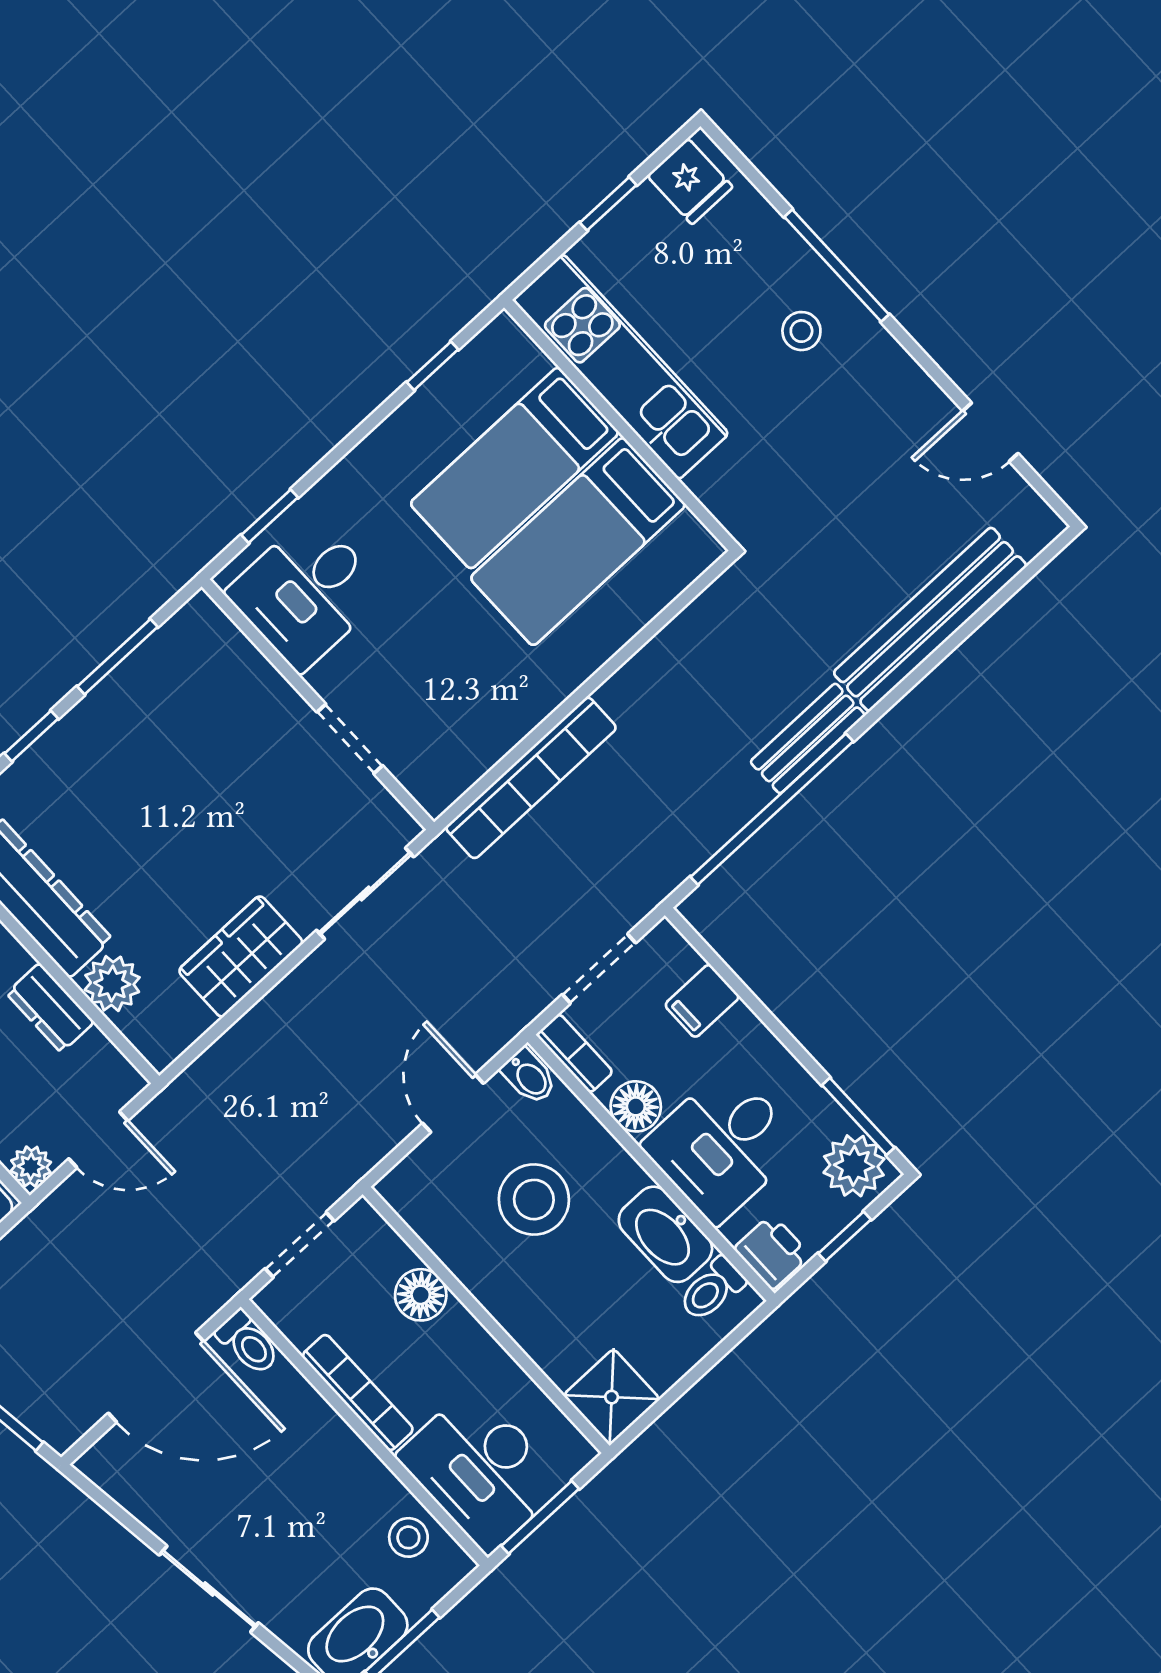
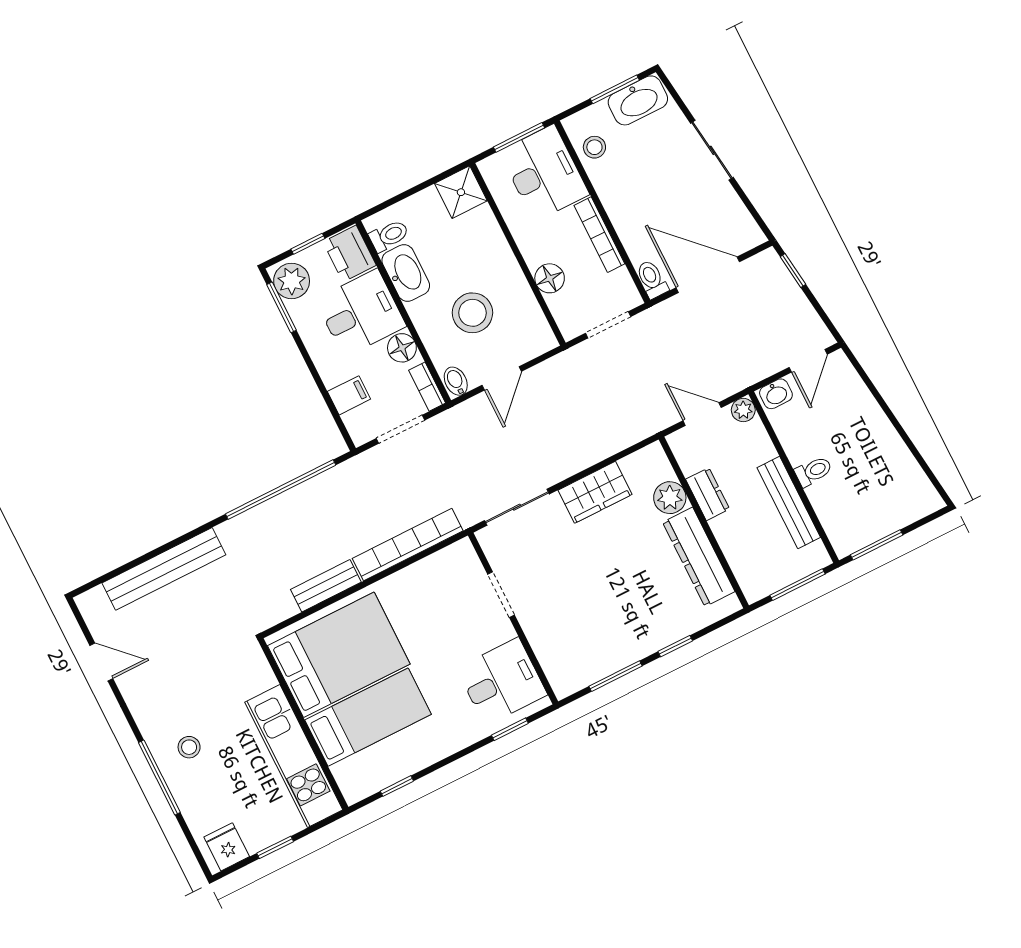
bed: (578, 542) -> (339, 655), width x1.50
bench: (808, 738) -> (326, 586), moved
printer: (772, 1252) -> (350, 254), width x1.36, depth x1.24

